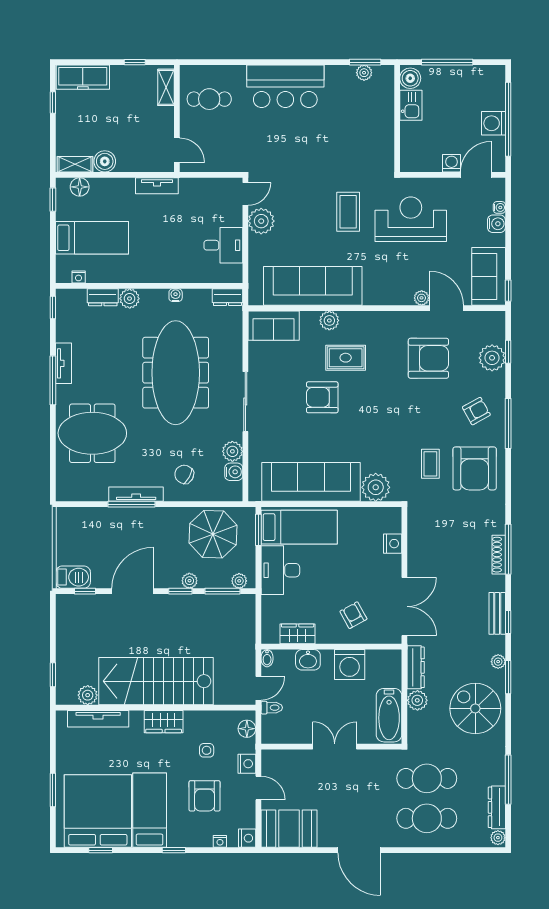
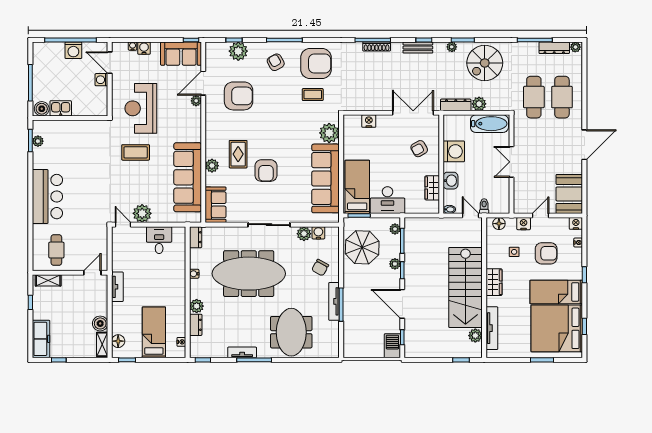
armchair: (428, 358) -> (239, 96), turned 90

